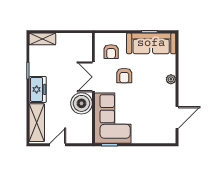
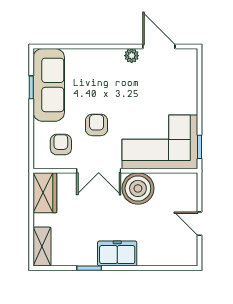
wardrobe: (79, 41) -> (45, 193), added
armchair: (111, 52) -> (61, 145), turned -90
armchair: (124, 76) -> (97, 125), turned -90
plant: (171, 79) -> (132, 56), moved
shelving: (37, 123) -> (166, 255), removed

